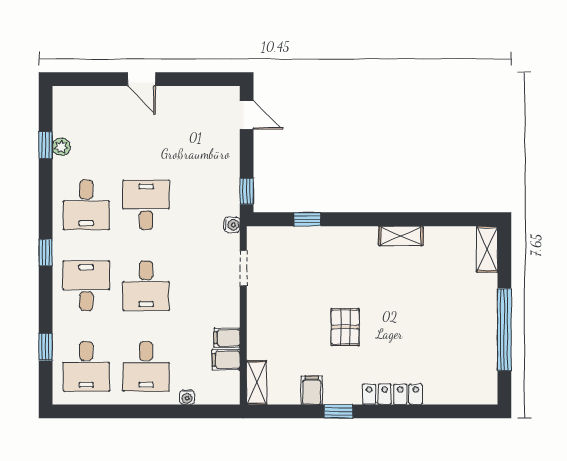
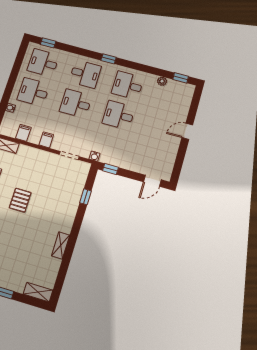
window: (46, 145) -> (181, 78), moved
desk: (146, 205) -> (119, 115), turned 180
pallet: (345, 327) -> (20, 200), turned 90
filing cabinet: (227, 338) -> (46, 140), moved
window: (46, 347) -> (48, 43), moved

